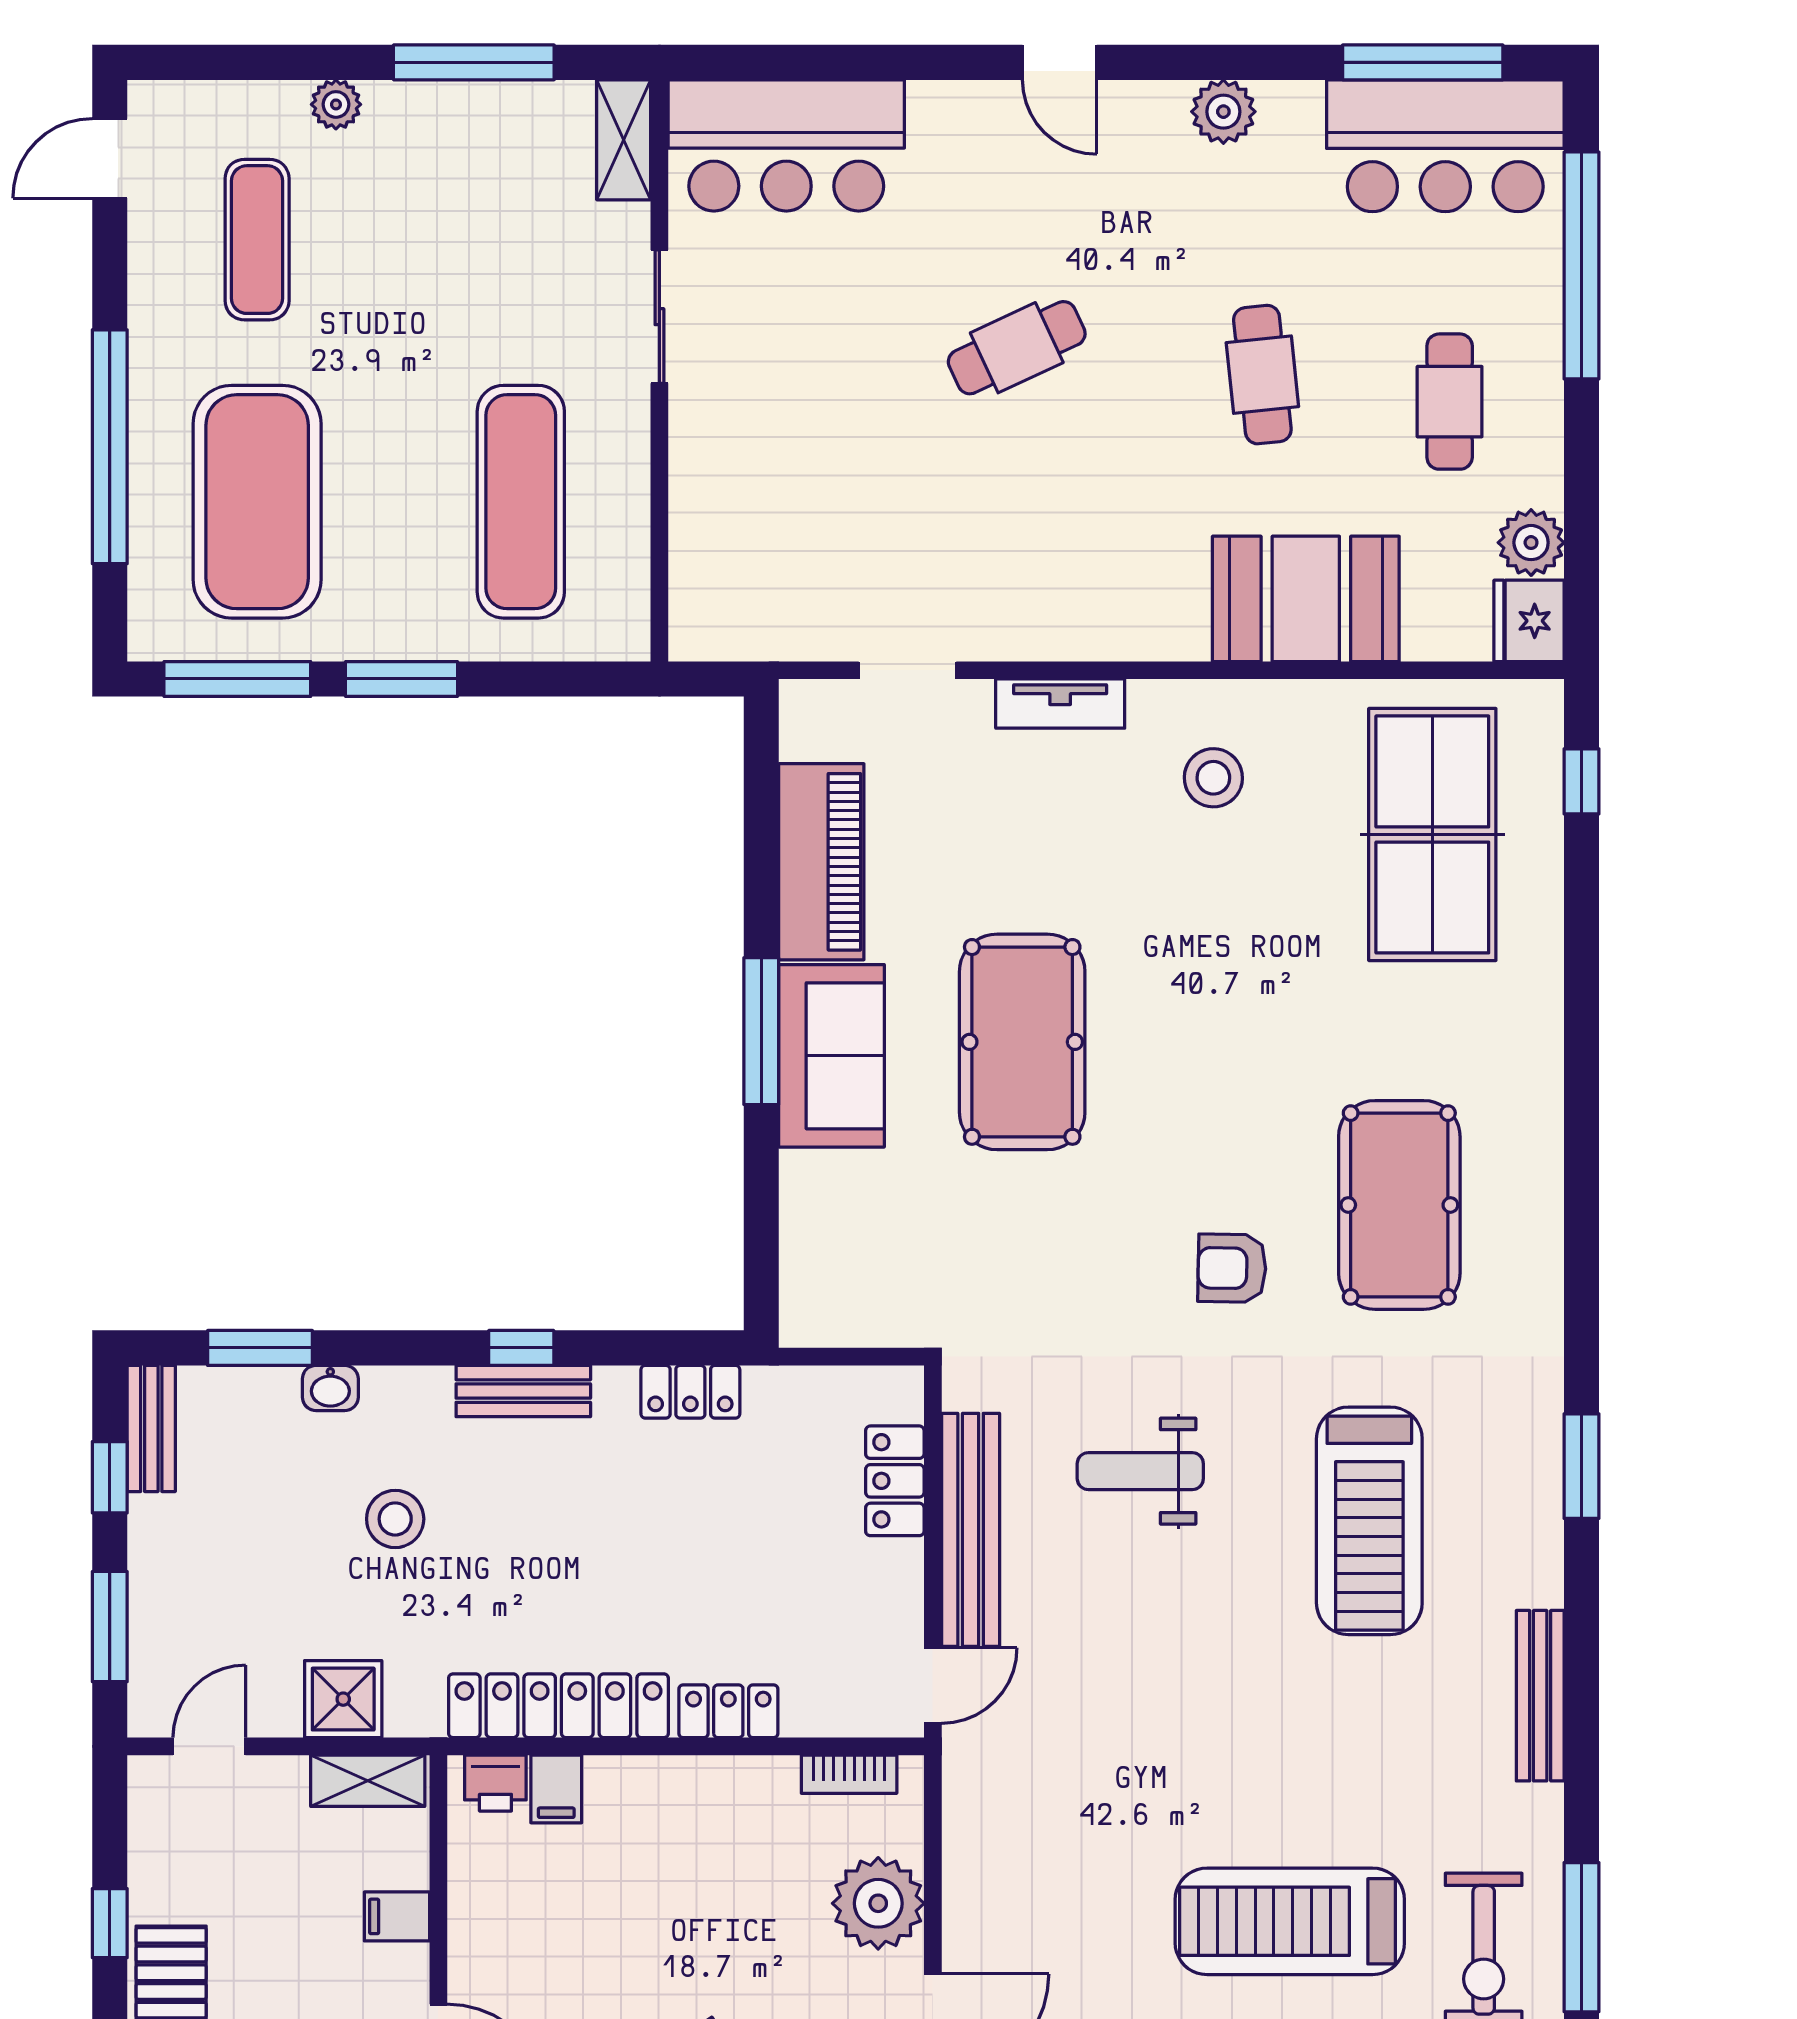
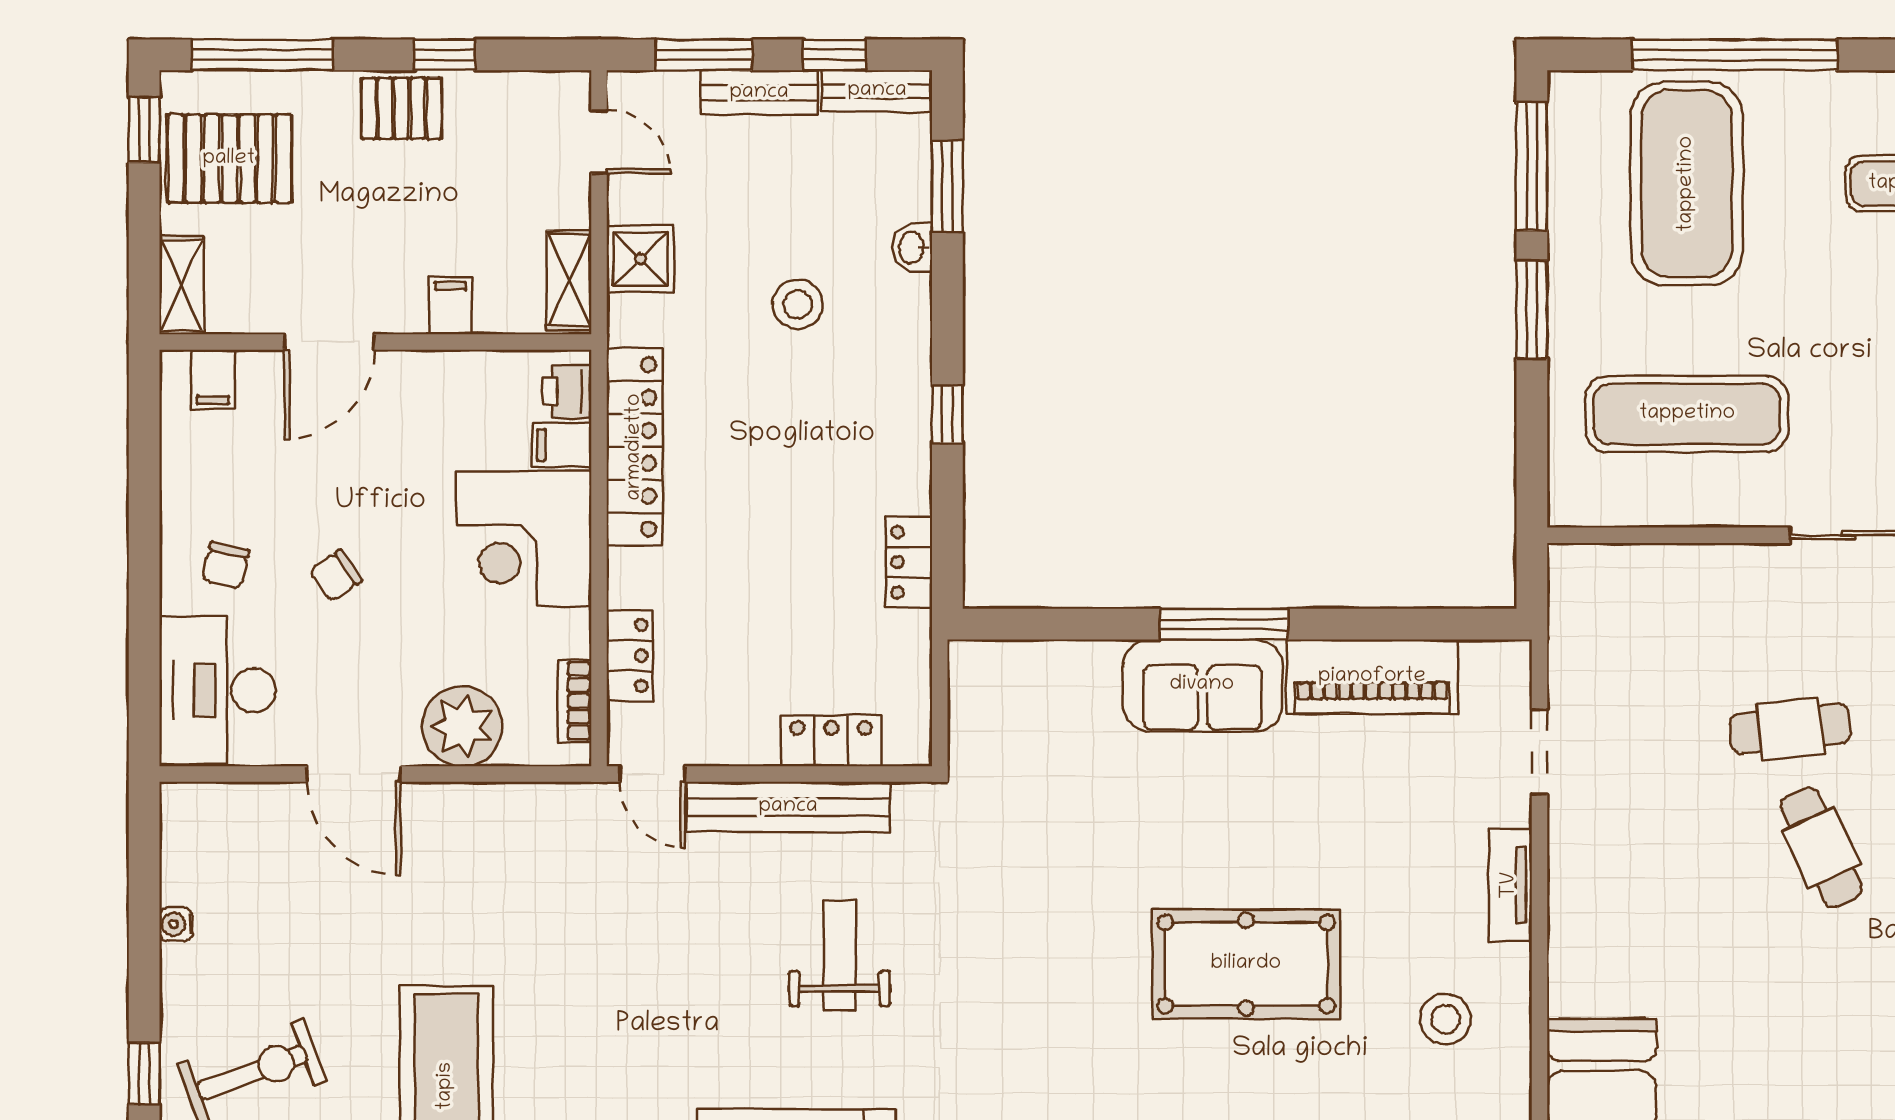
cafe table: (1262, 375) -> (1790, 729), moved
exercise mat: (257, 502) -> (1687, 184), turned 90
pool table: (1022, 1042) -> (1246, 964), moved
armchair: (1232, 1268) -> (1017, 1035), removed
bench: (523, 1391) -> (759, 93), moved, turned 90
locker: (728, 1711) -> (630, 656), moved
corner desk: (664, 1833) -> (524, 539), added

